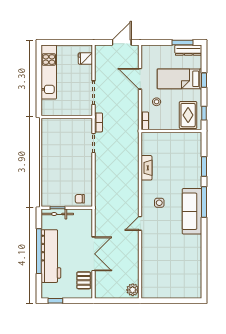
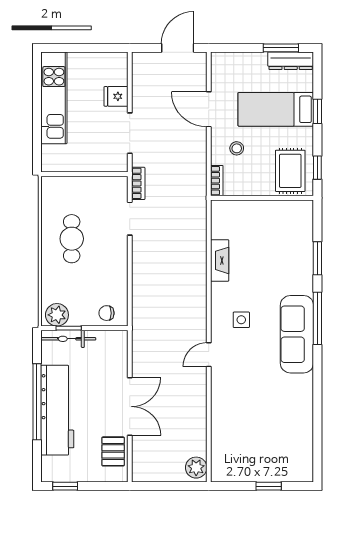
fridge: (85, 58) -> (116, 96), moved
cafe table: (59, 155) -> (72, 239), added
plant: (51, 200) -> (57, 315), added
window: (175, 301) -> (269, 486), added

